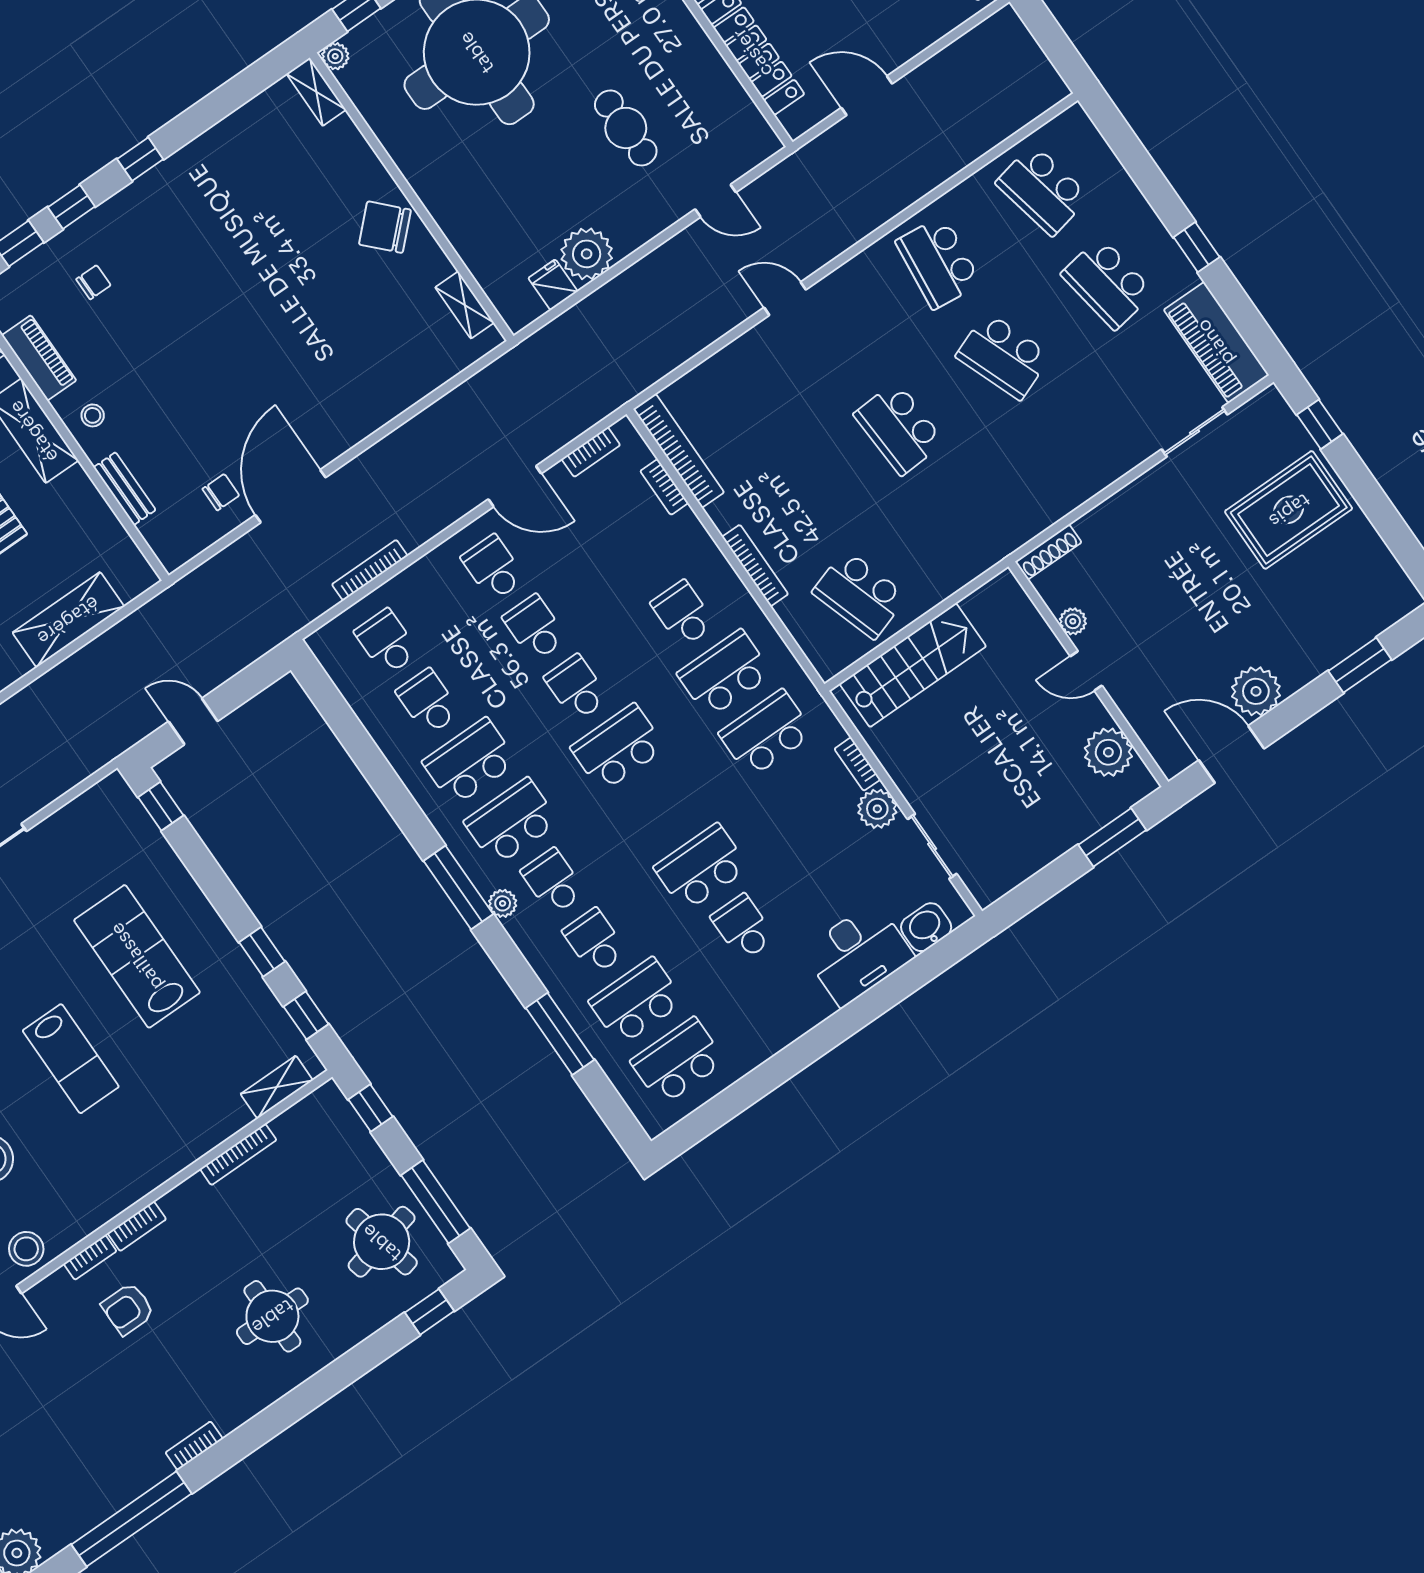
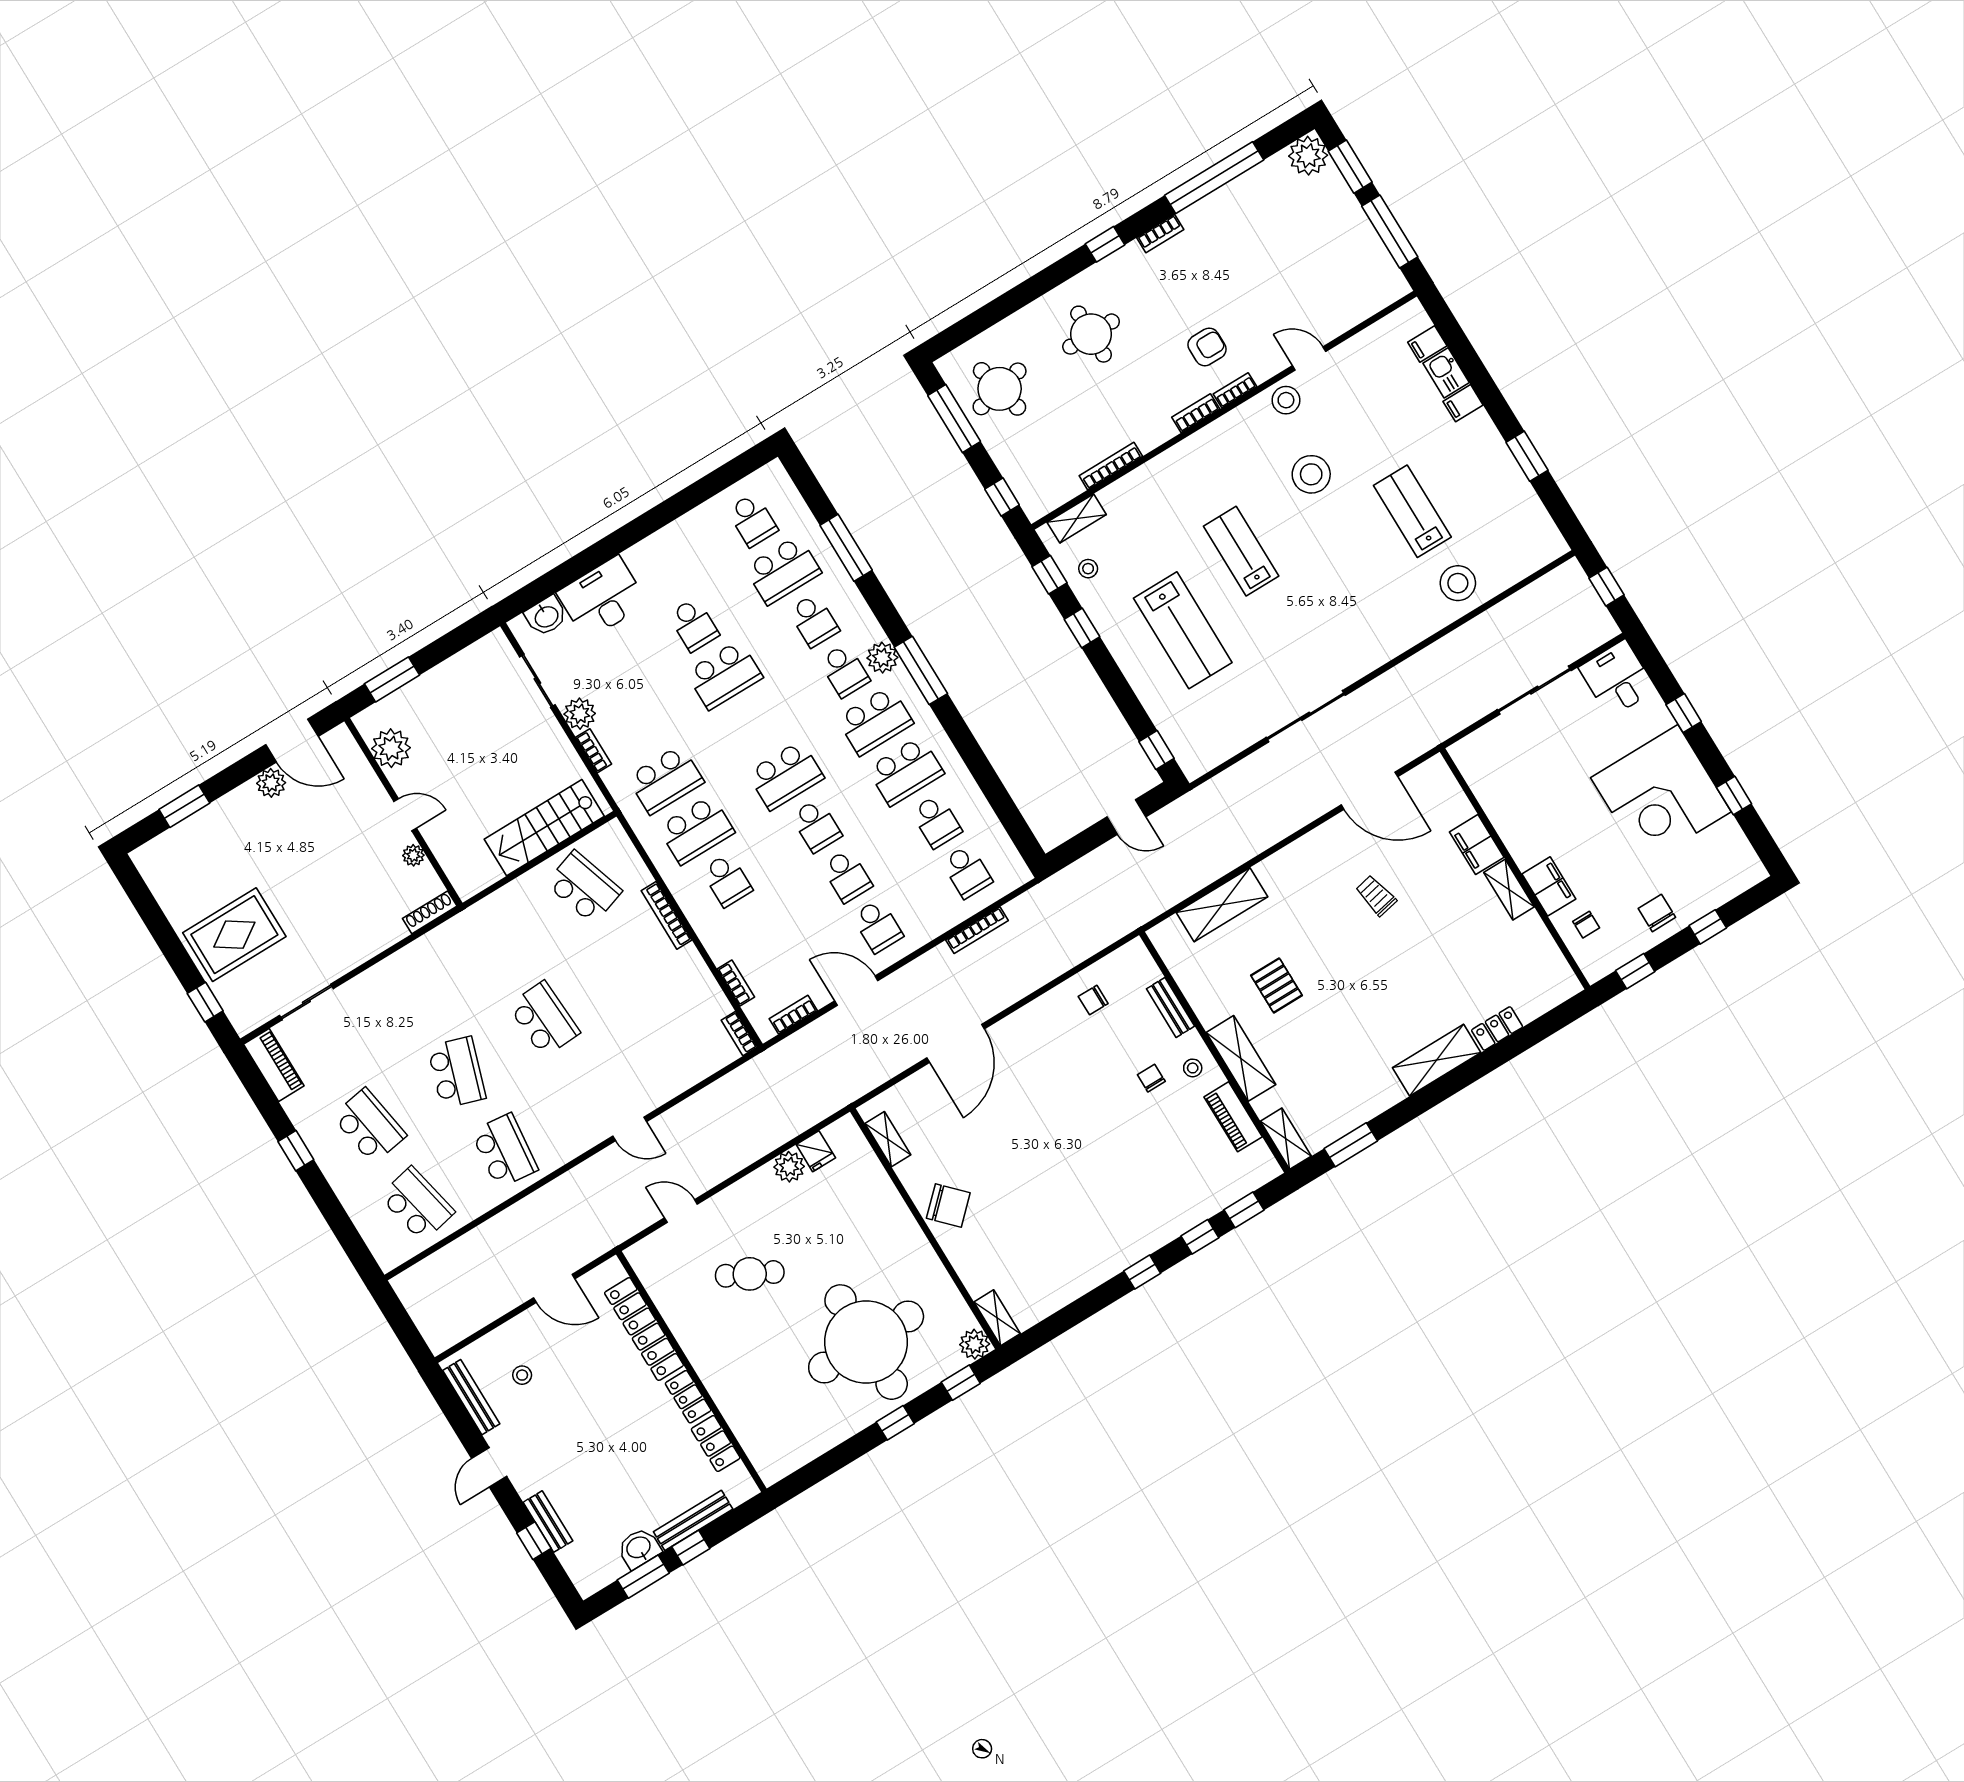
plant: (335, 56) -> (975, 1344), width x1.38, depth x1.38
cafe table: (626, 128) -> (750, 1274), turned -63
plant: (587, 254) -> (789, 1167), width x0.73, depth x0.73
chair: (93, 282) -> (1151, 1078), moved, turned 90
piano: (1216, 342) -> (274, 1065), width x0.73, depth x0.75
school desk: (1003, 356) -> (457, 1072), turned 39
bookcase: (679, 451) -> (739, 1034), width x0.43, depth x0.76
door: (290, 496) -> (956, 1043), moved
plant: (1256, 691) -> (271, 783), width x0.73, depth x0.73
plant: (503, 903) -> (882, 658), width x1.38, depth x1.38
stool: (259, 1026) -> (1088, 569), added
school desk: (678, 1061) -> (752, 520), width x0.54
window: (430, 1312) -> (1105, 244), moved

